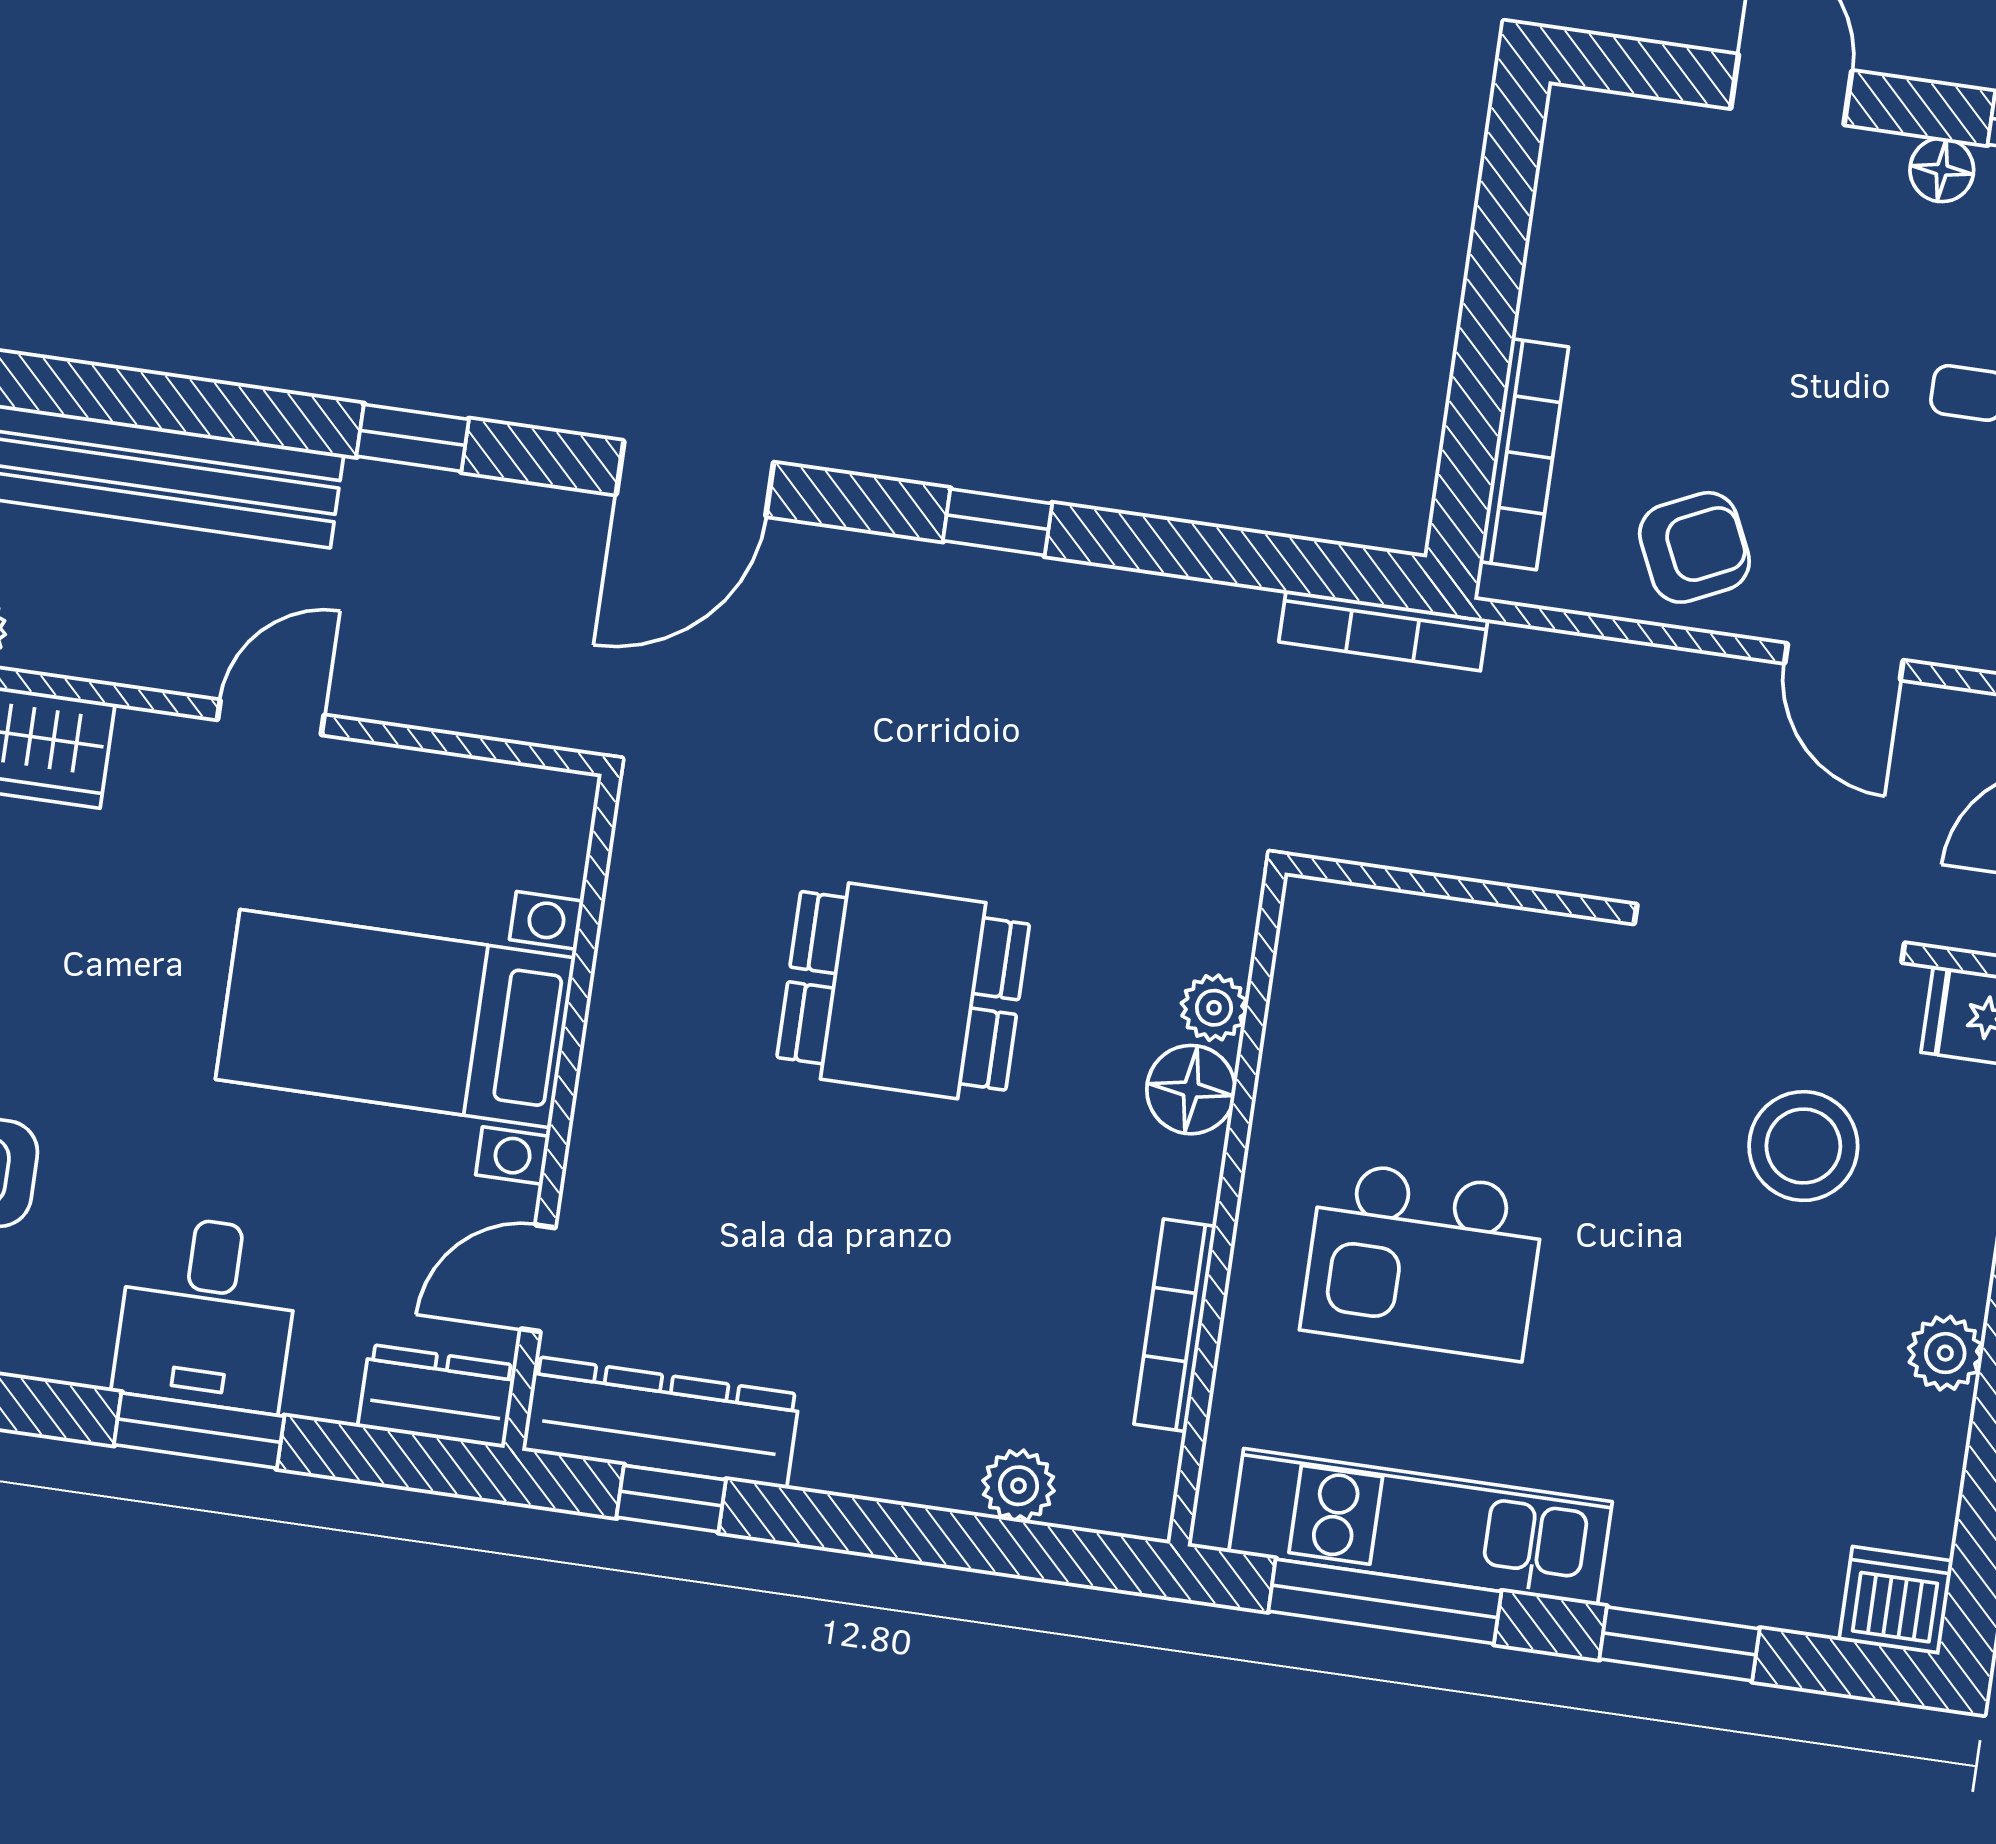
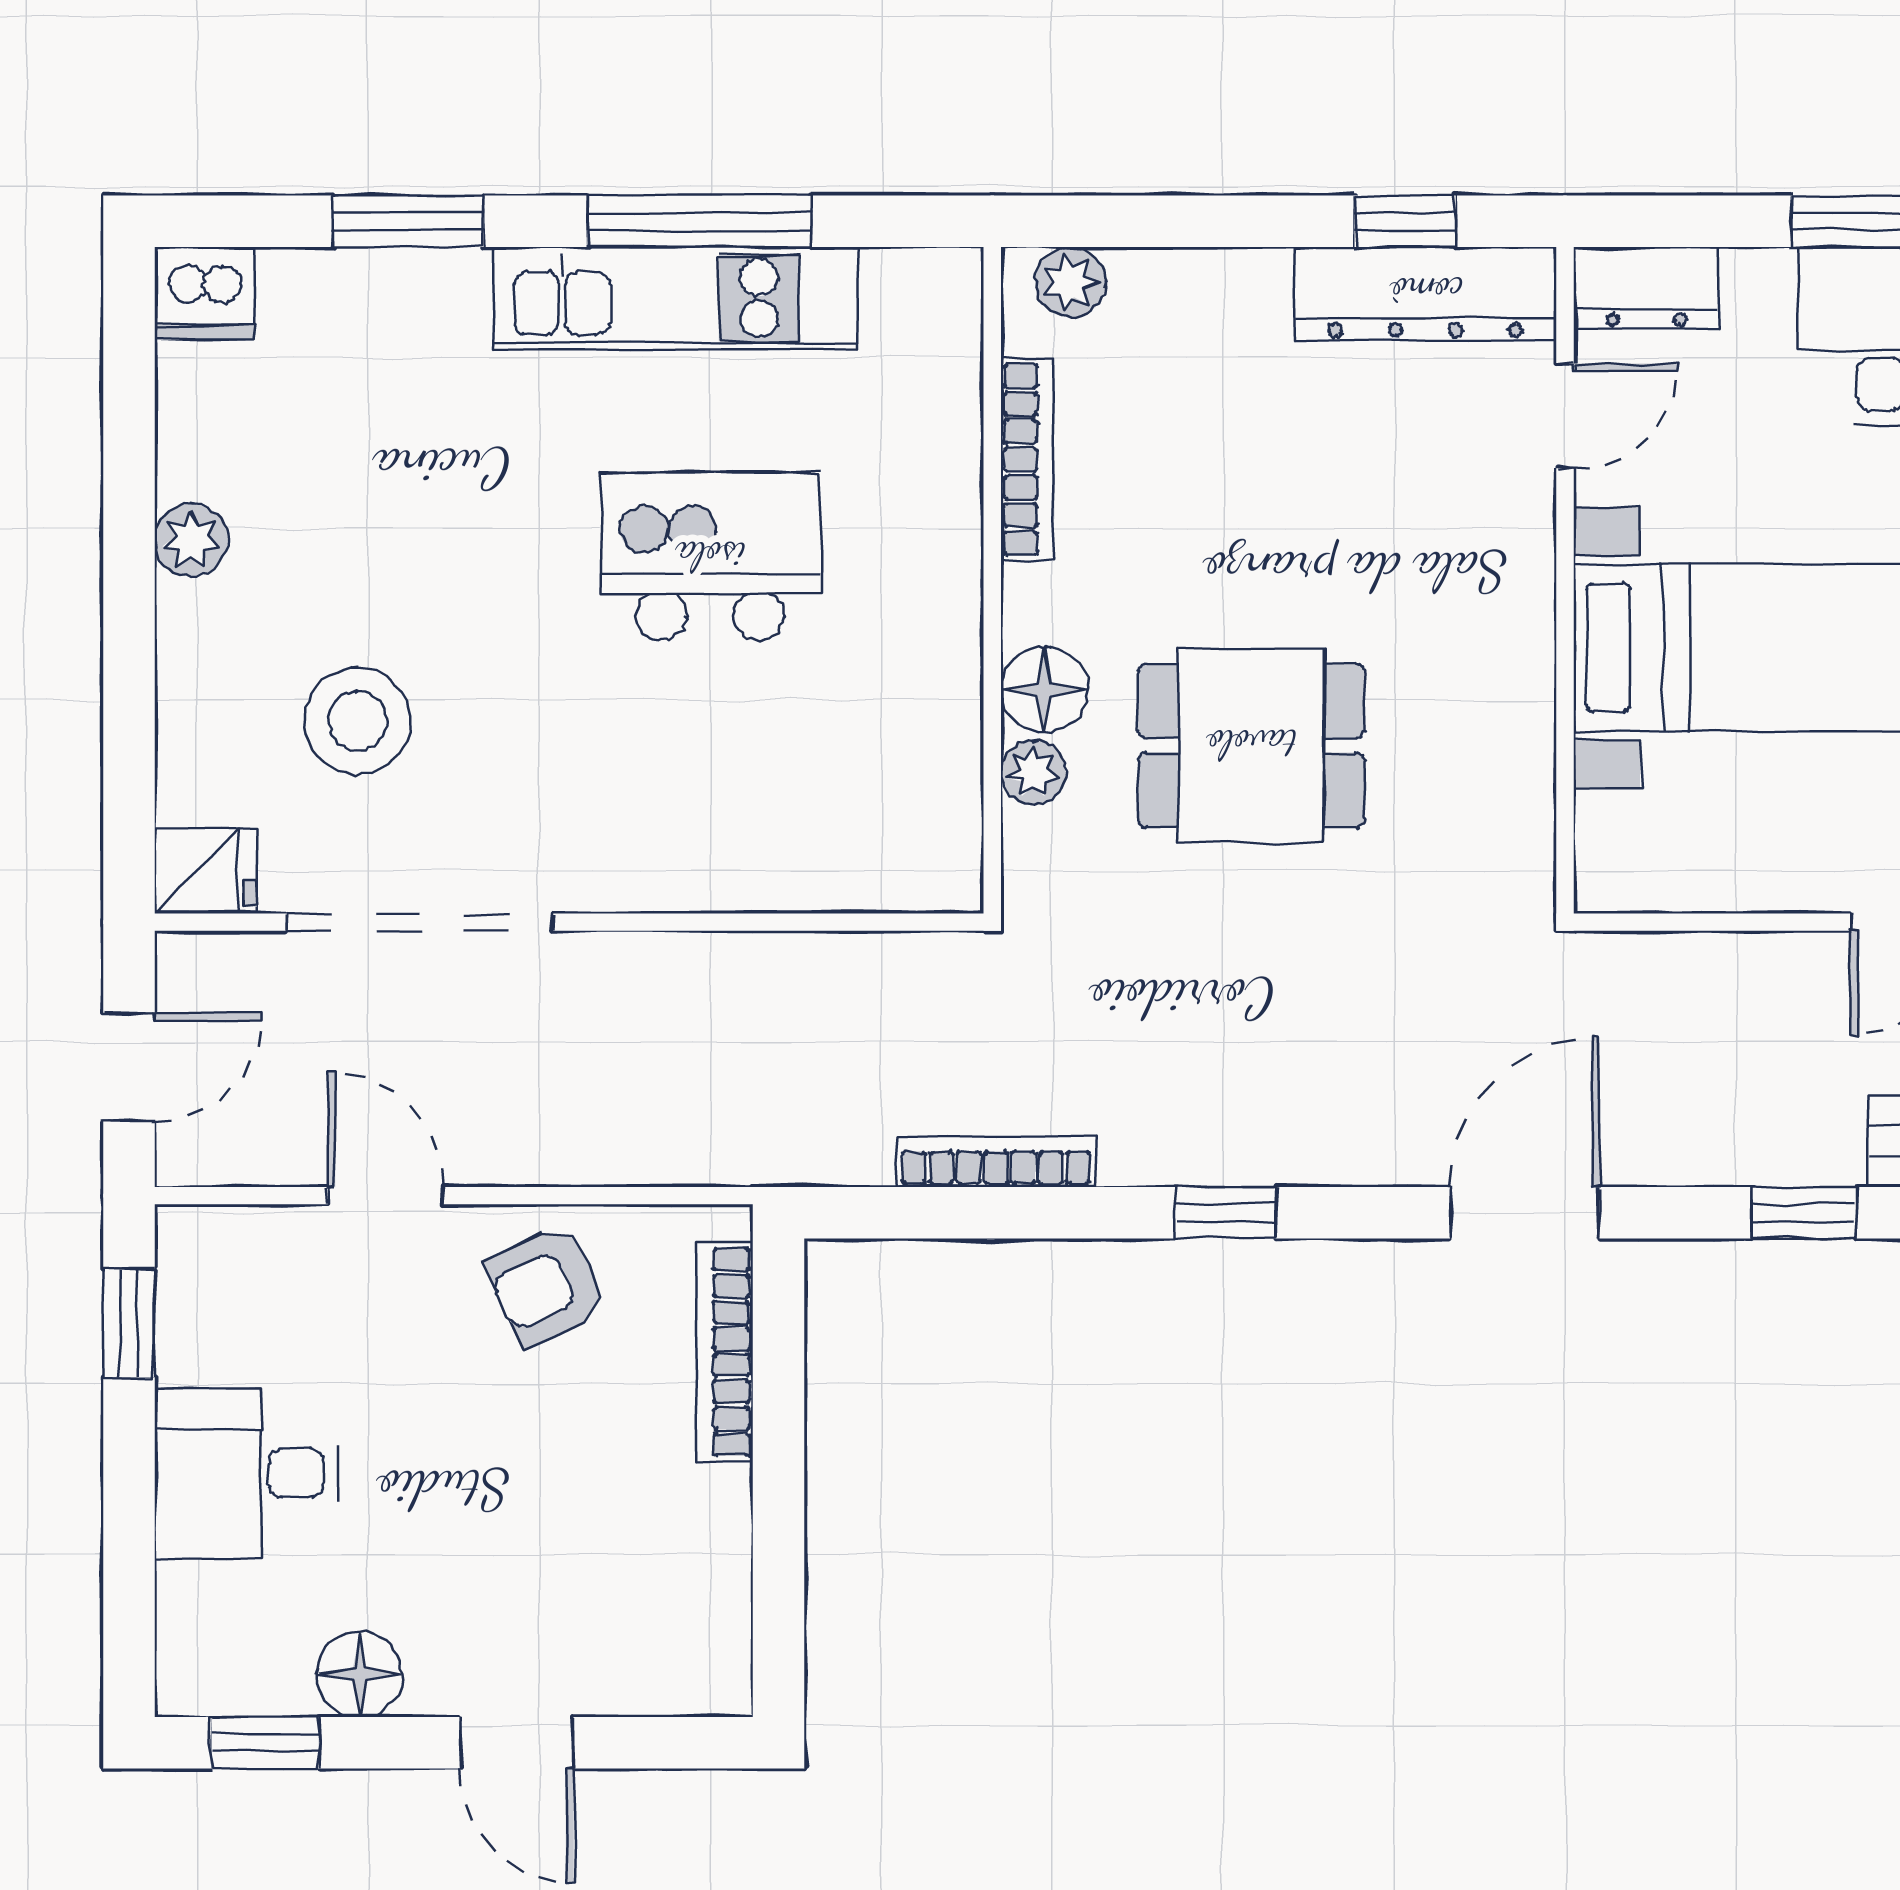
floor lamp: (1942, 170) -> (360, 1674), width x1.37, depth x1.37
bookcase: (1383, 631) -> (996, 1162), moved
plant: (1214, 1008) -> (1033, 773), moved
floor lamp: (1191, 1090) -> (1044, 690), moved
wall: (1227, 1208) -> (992, 580), moved
bookcase: (1175, 1325) -> (1027, 459), moved

